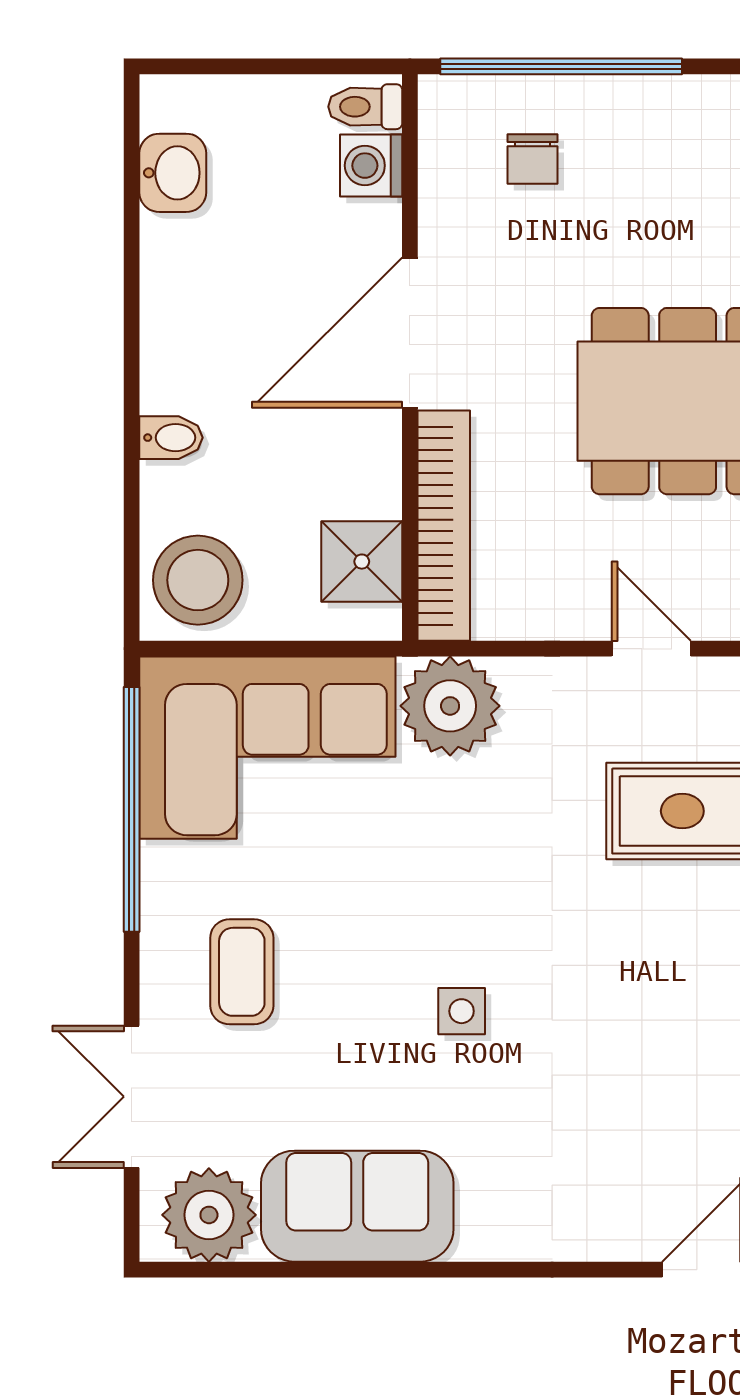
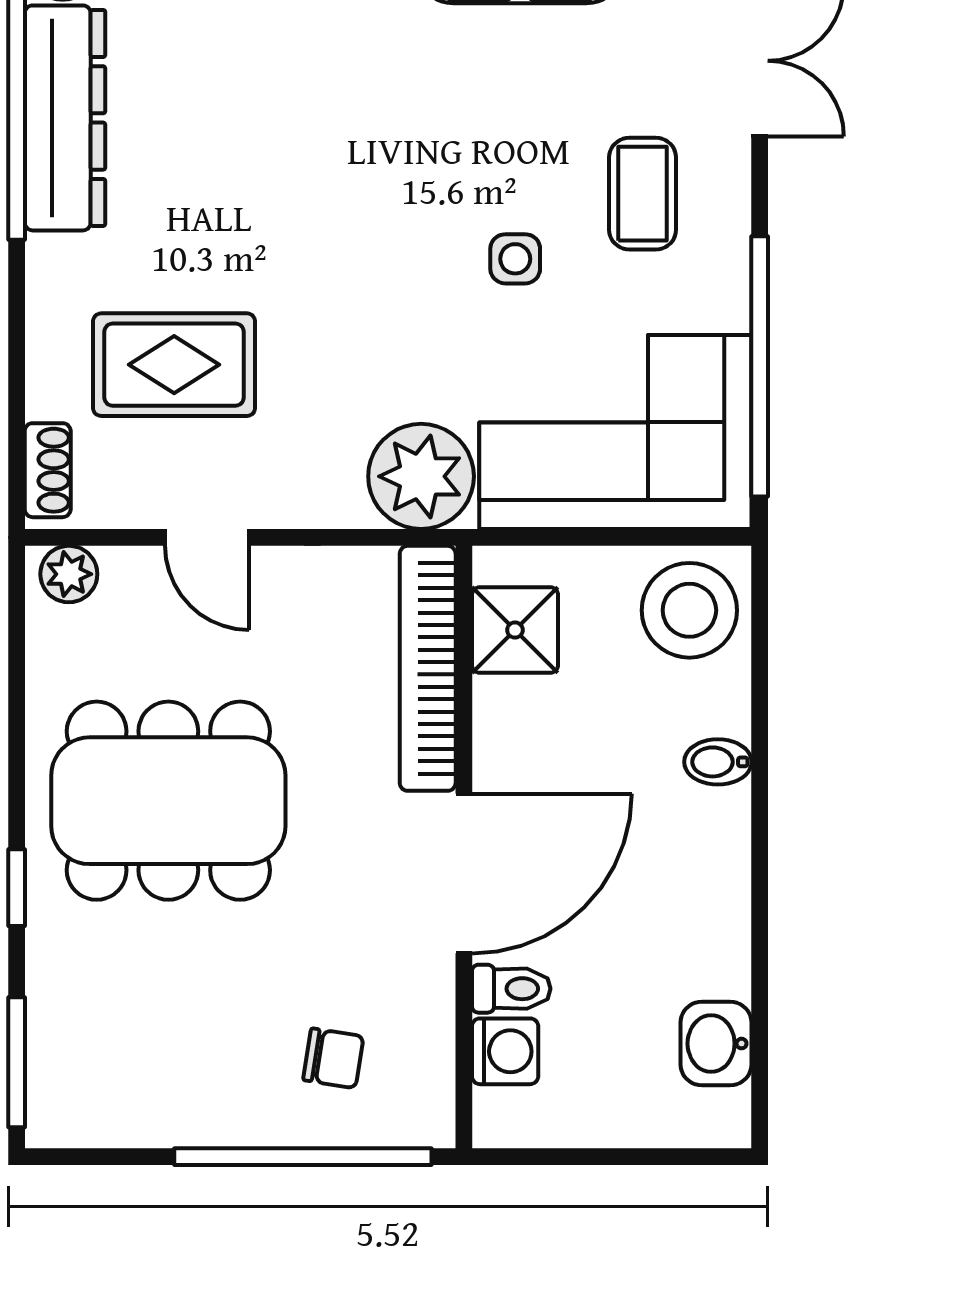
toilet: (365, 107) -> (511, 989), moved
chair: (532, 159) -> (333, 1058), turned 99
side table: (462, 1011) -> (515, 259), moved

